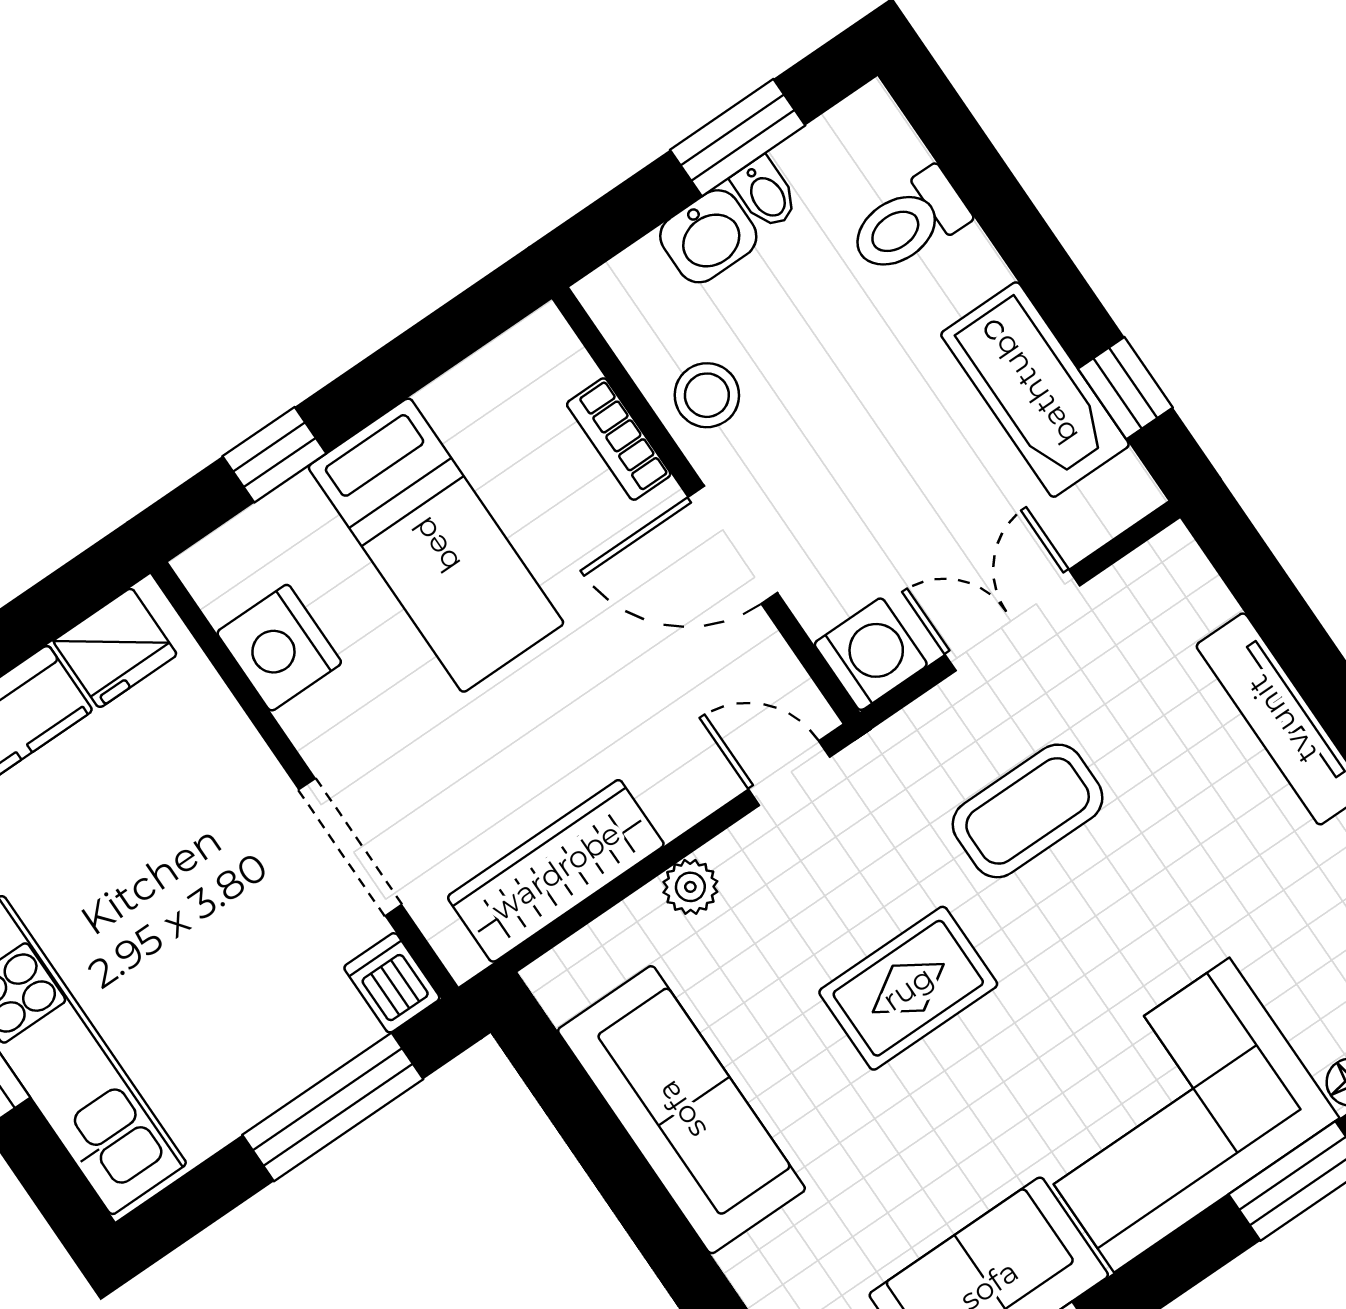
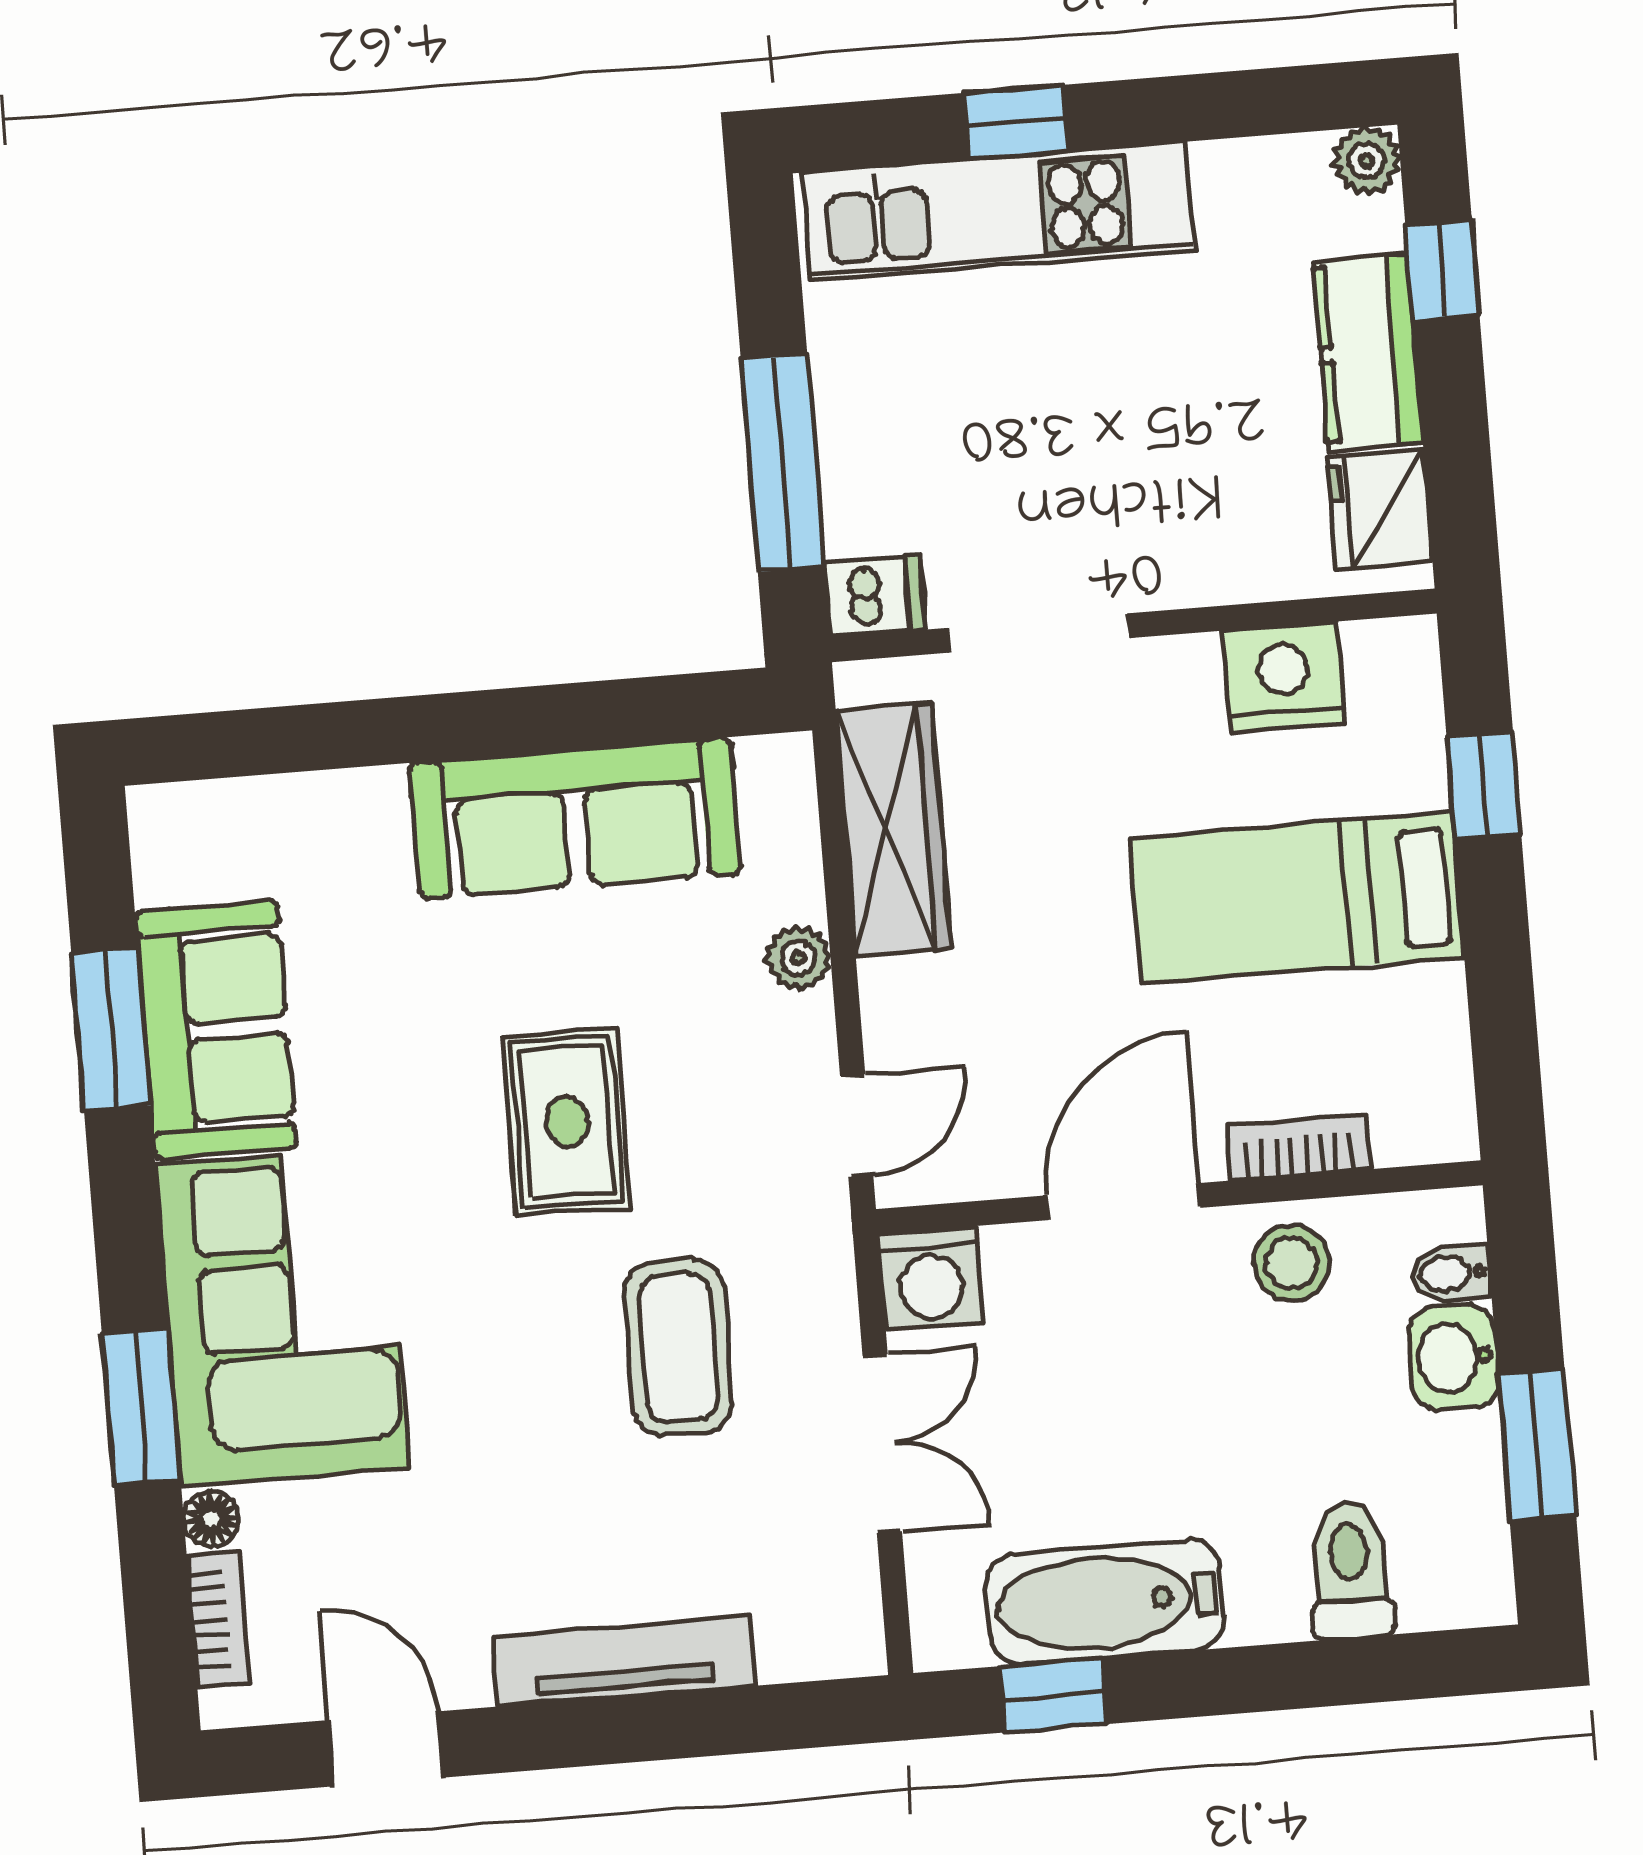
bidet: (765, 193) -> (1451, 1273), moved

